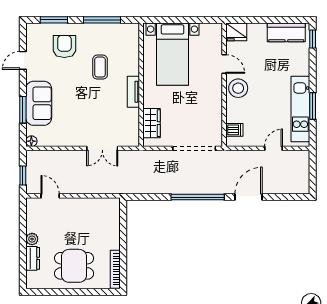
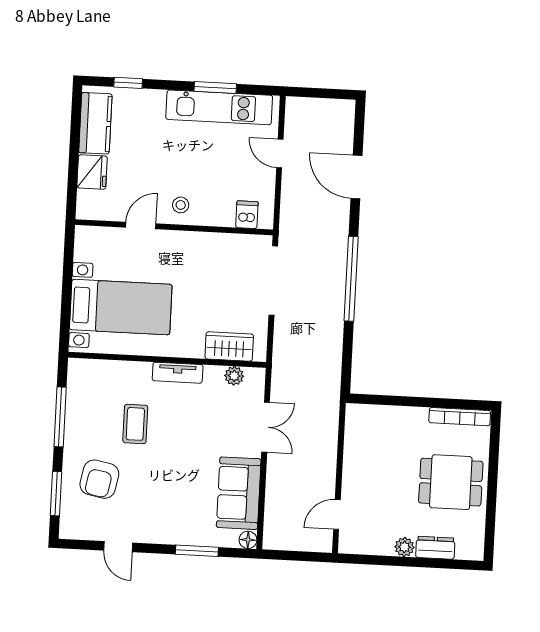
fridge: (236, 32) -> (92, 172), moved
window: (313, 39) -> (128, 83), moved
armchair: (64, 46) -> (99, 479), turned -79
coffee table: (100, 67) -> (135, 424), turned 90
stool: (238, 88) -> (181, 205), width x0.53, depth x0.53
sofa: (39, 103) -> (239, 493), moved, turned -90
plant: (133, 127) -> (234, 376), added
window: (23, 175) -> (302, 556), removed
door: (248, 197) -> (357, 177), moved
dining table: (74, 266) -> (451, 482), turned 90

